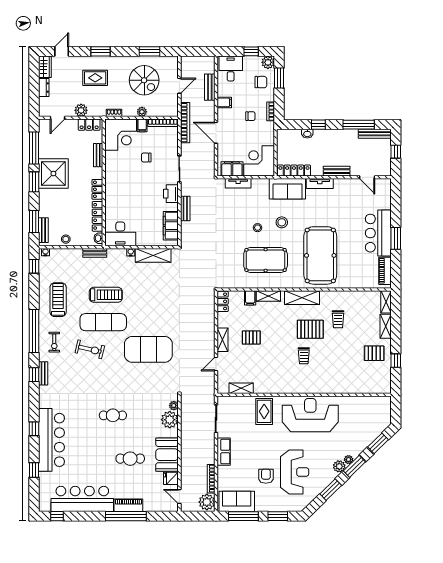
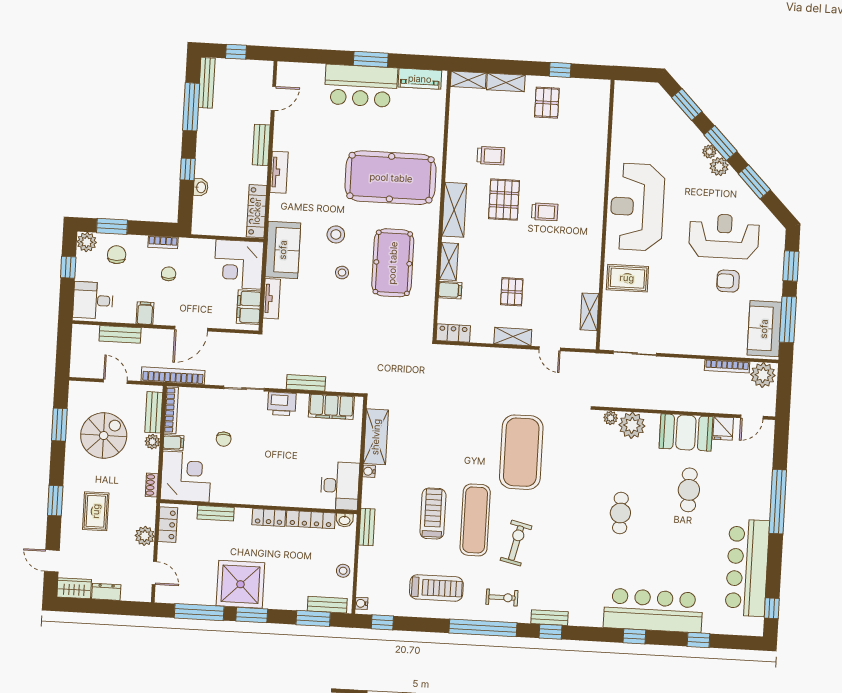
bench: (161, 112) -> (154, 412), added
sofa: (287, 189) -> (283, 250), moved
treadmill: (58, 300) -> (436, 588), turned 180
row of seats: (224, 452) -> (686, 344), removed
piano: (128, 505) -> (761, 497), removed

